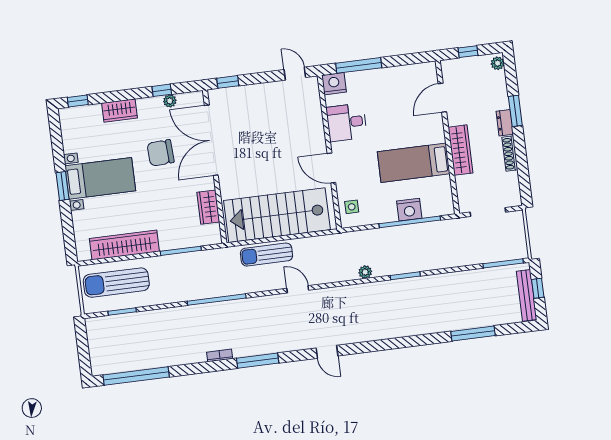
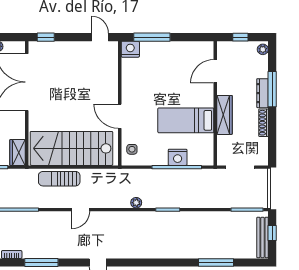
window: (515, 111) -> (272, 89), width x1.44
desk: (347, 122) -> (136, 81), removed
dresser: (505, 123) -> (262, 93), width x1.44
wardrobe: (208, 207) -> (18, 152), moved
door: (298, 289) -> (81, 210), swing flipped

